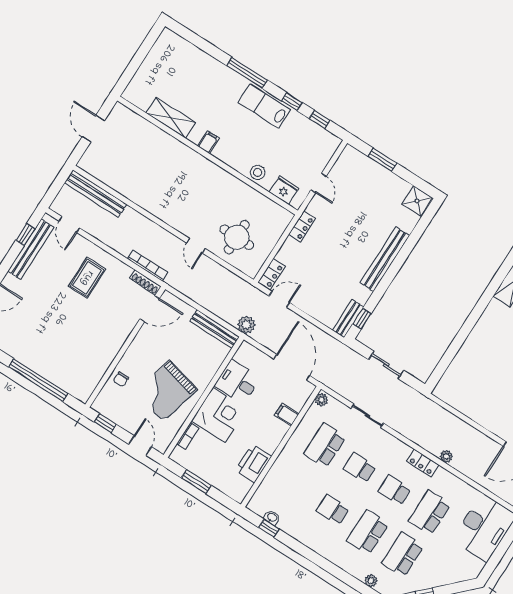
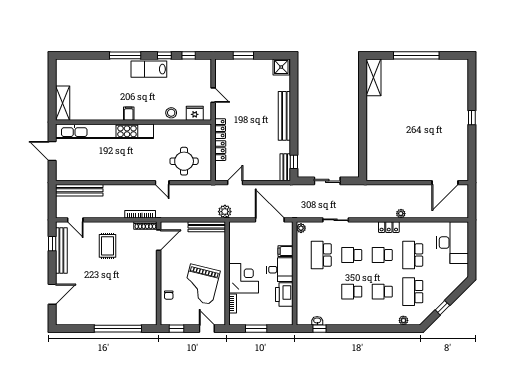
shelving: (171, 118) -> (63, 103), moved, turned 90
kitchen unit: (168, 145) -> (104, 131), added
locker: (271, 274) -> (220, 151), moved
desk: (237, 382) -> (280, 270), moved, turned 180
school desk: (368, 532) -> (382, 292), width x0.54

